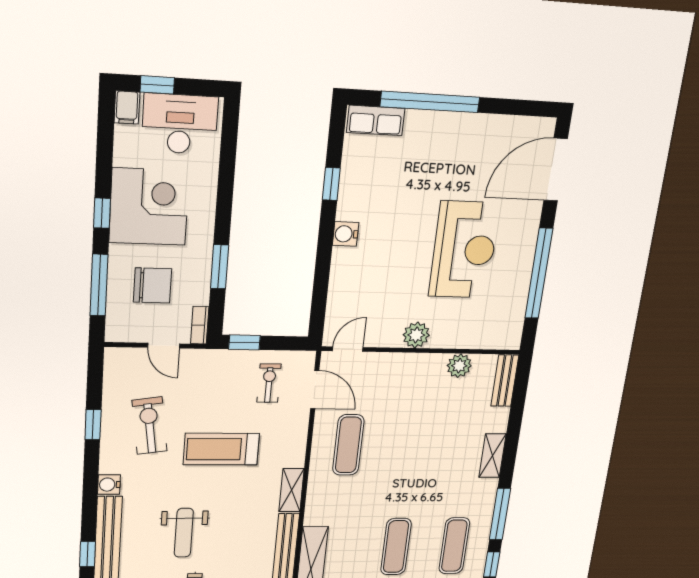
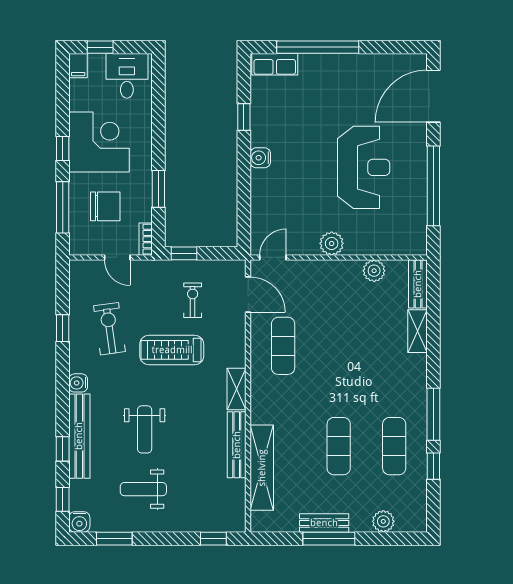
desk: (180, 124) -> (127, 76), width x0.73
exercise bike: (269, 383) -> (193, 300), moved
shelving: (493, 456) -> (417, 331), moved

